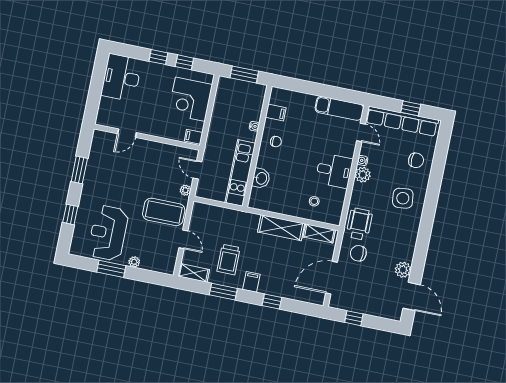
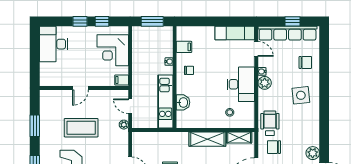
door: (127, 133) -> (80, 88), moved
desk: (334, 171) -> (241, 84), width x1.37
coffee table: (164, 212) -> (81, 128), moved

